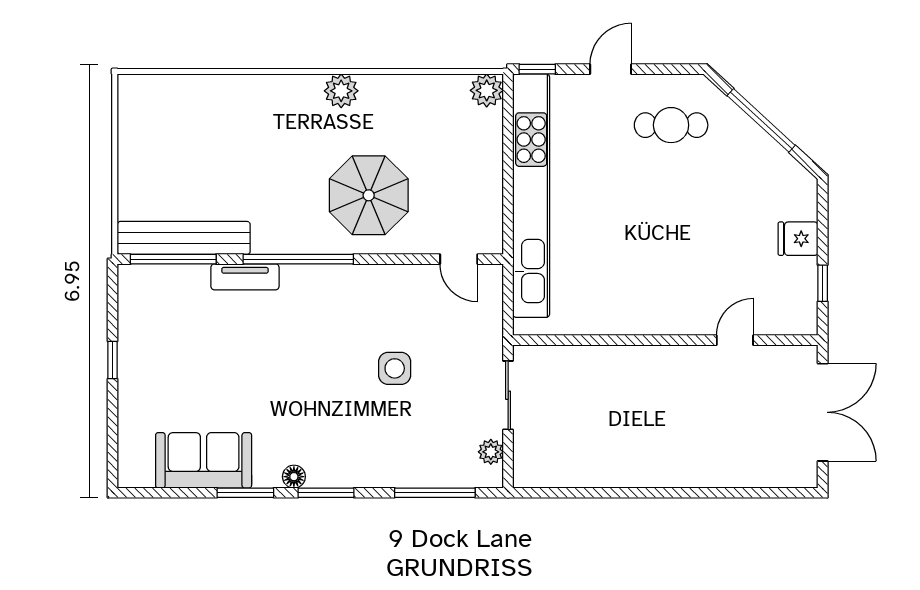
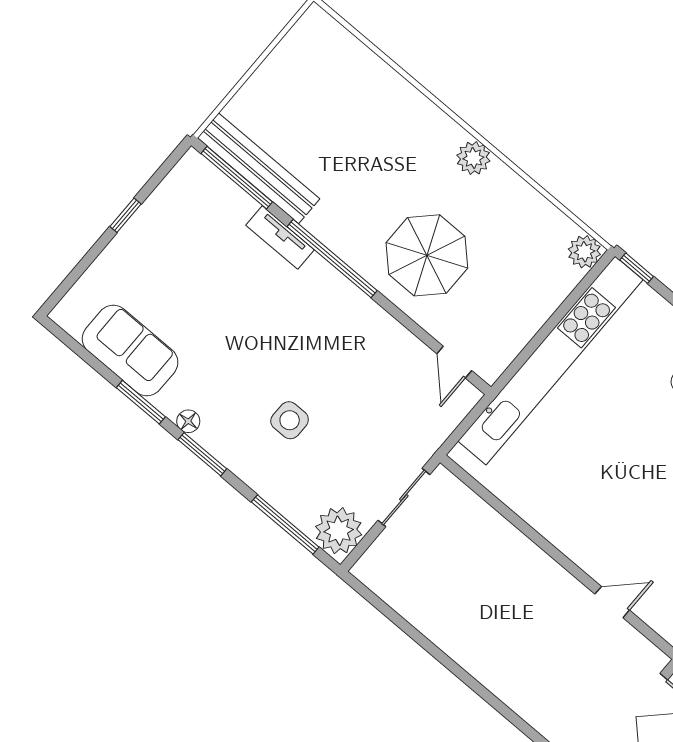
side table: (395, 368) -> (290, 420), moved
plant: (491, 452) -> (339, 531), width x1.87, depth x1.87

